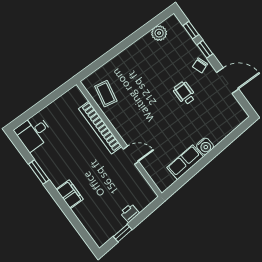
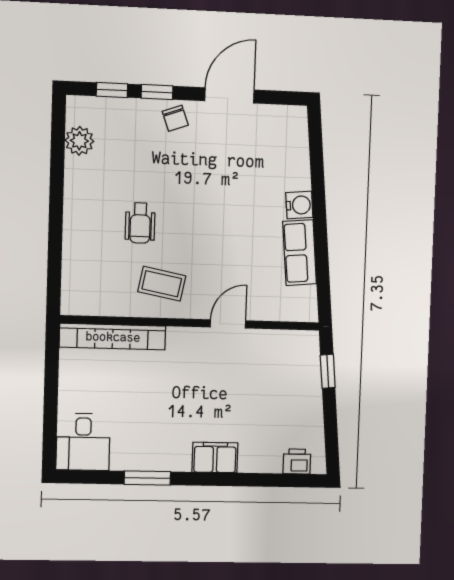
wheelchair: (184, 93) -> (140, 223), moved, turned -90
coffee table: (106, 94) -> (162, 284), moved
bookcase: (100, 128) -> (113, 337), moved
printer: (130, 213) -> (297, 461), moved, turned 95
window: (123, 233) -> (328, 371), moved

